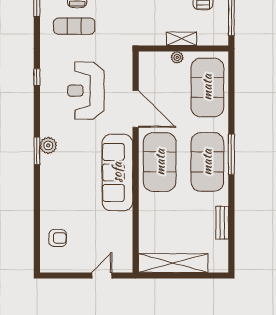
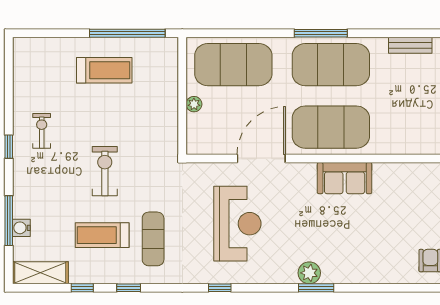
shelving: (182, 39) -> (170, 98), removed
reception desk: (86, 91) -> (237, 224), turned -90
sofa: (117, 172) -> (345, 178), width x0.54, depth x0.79

